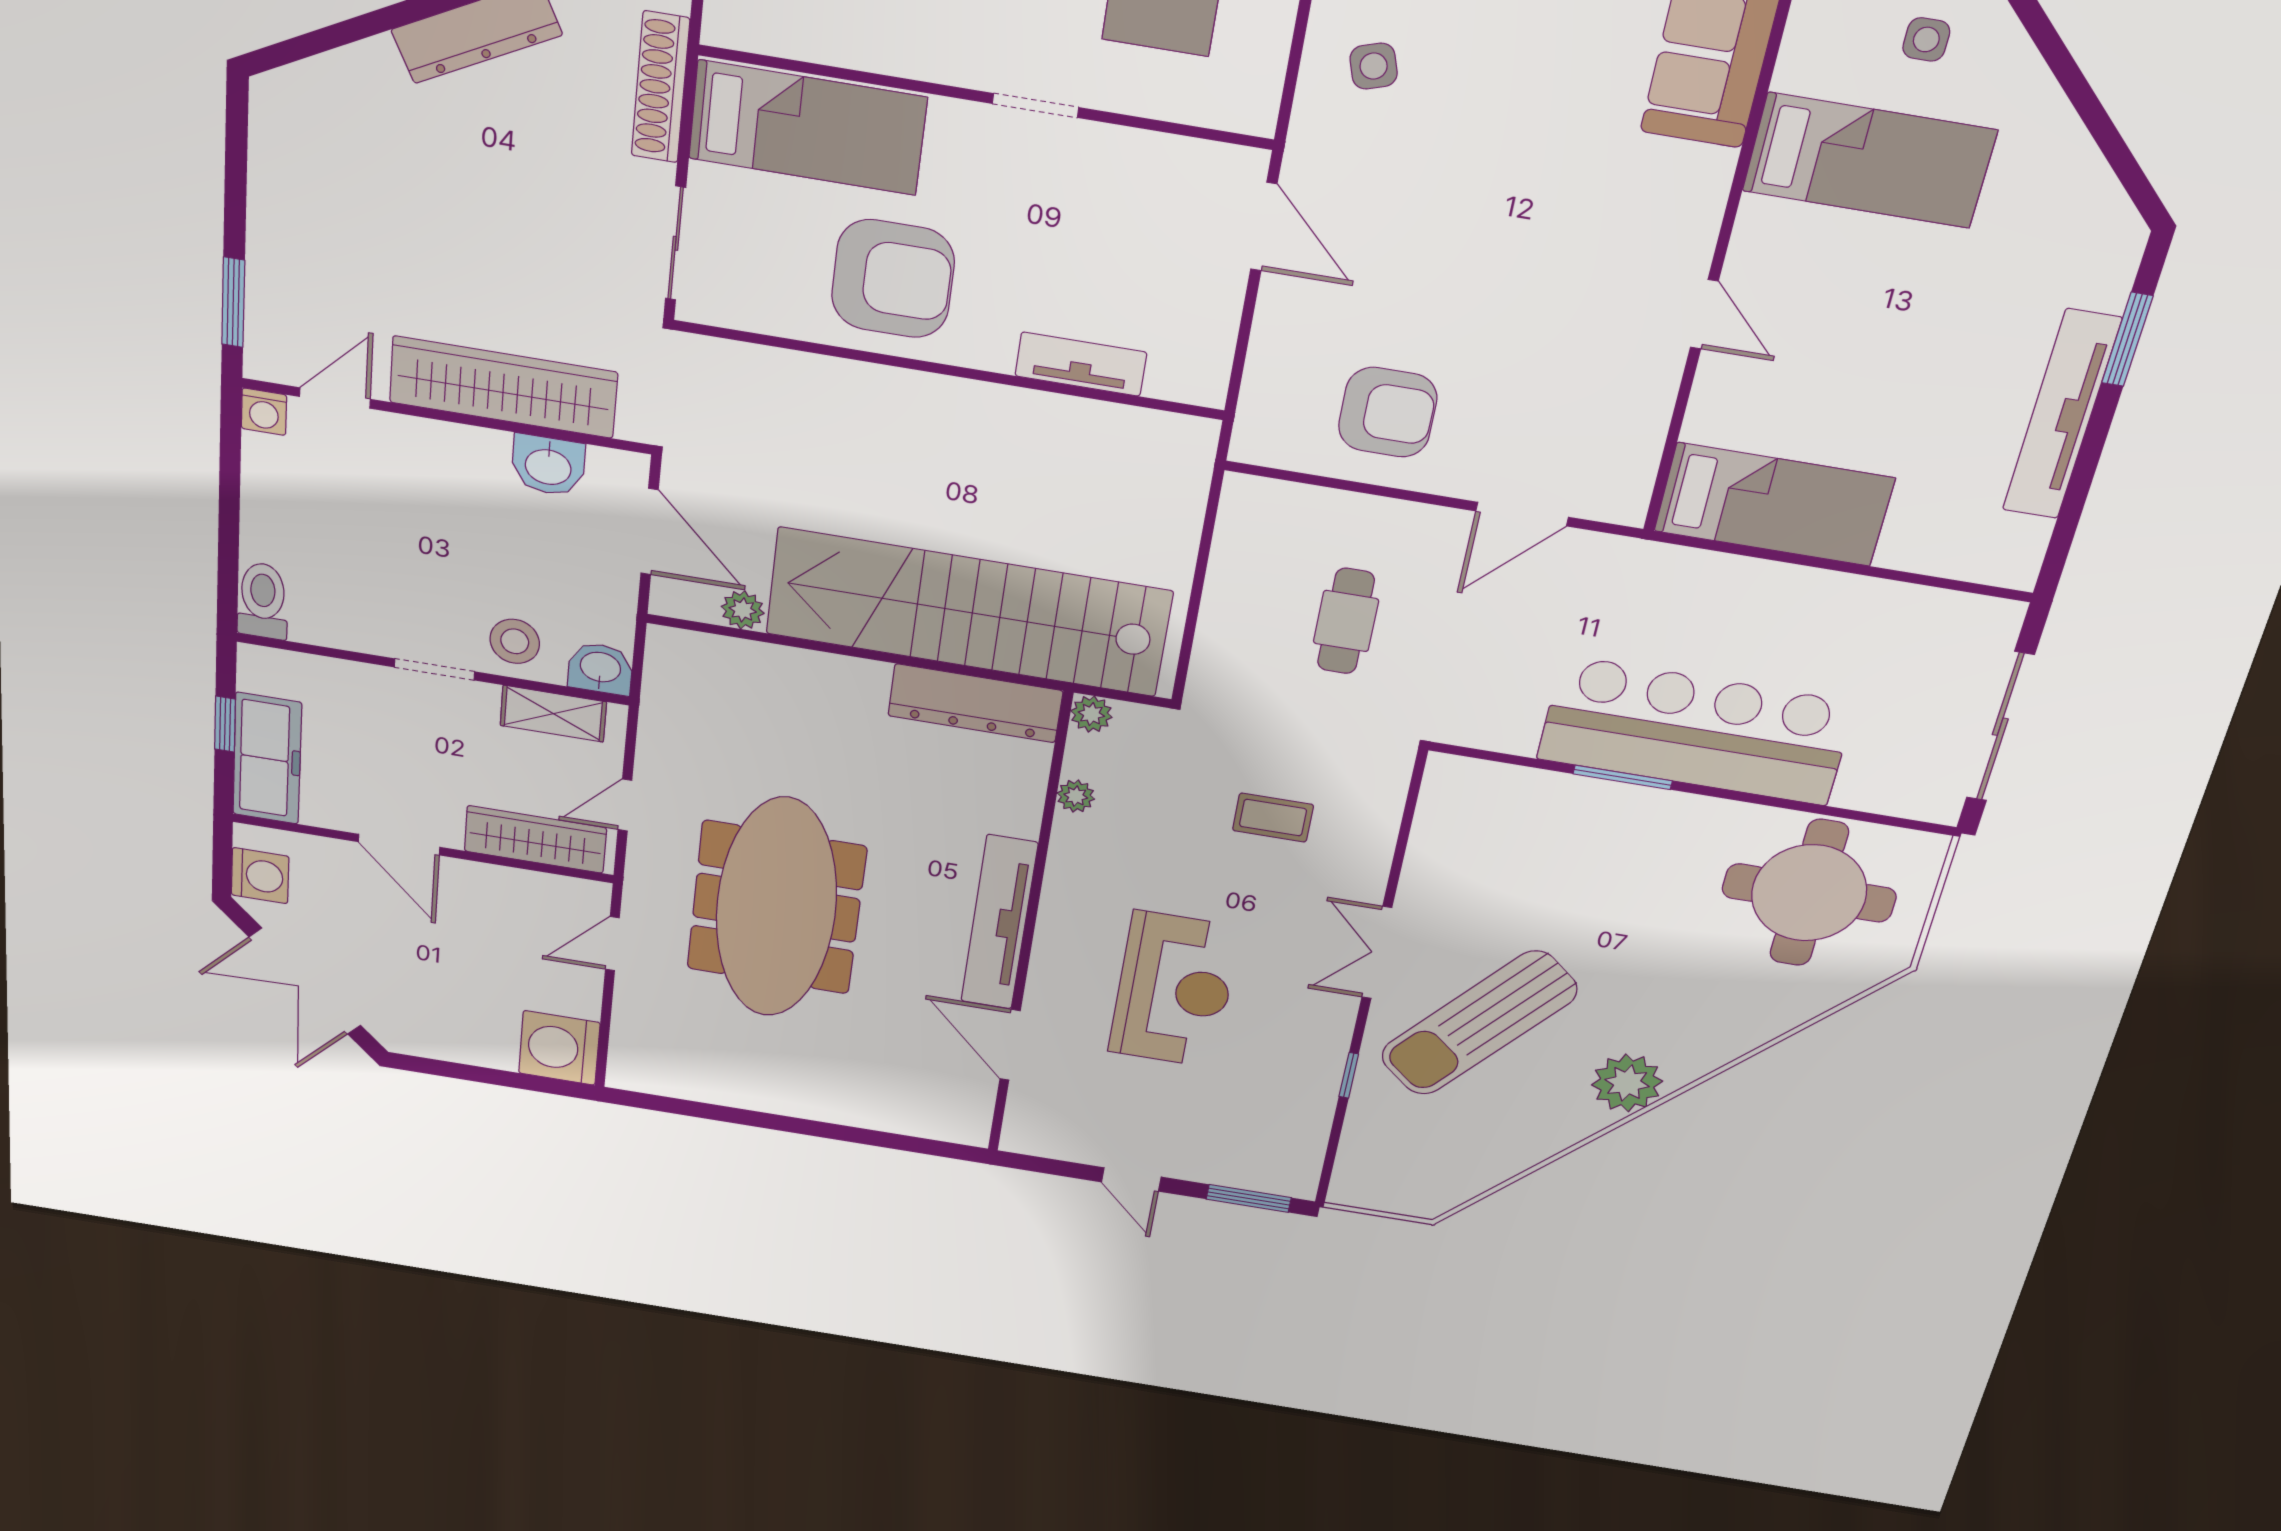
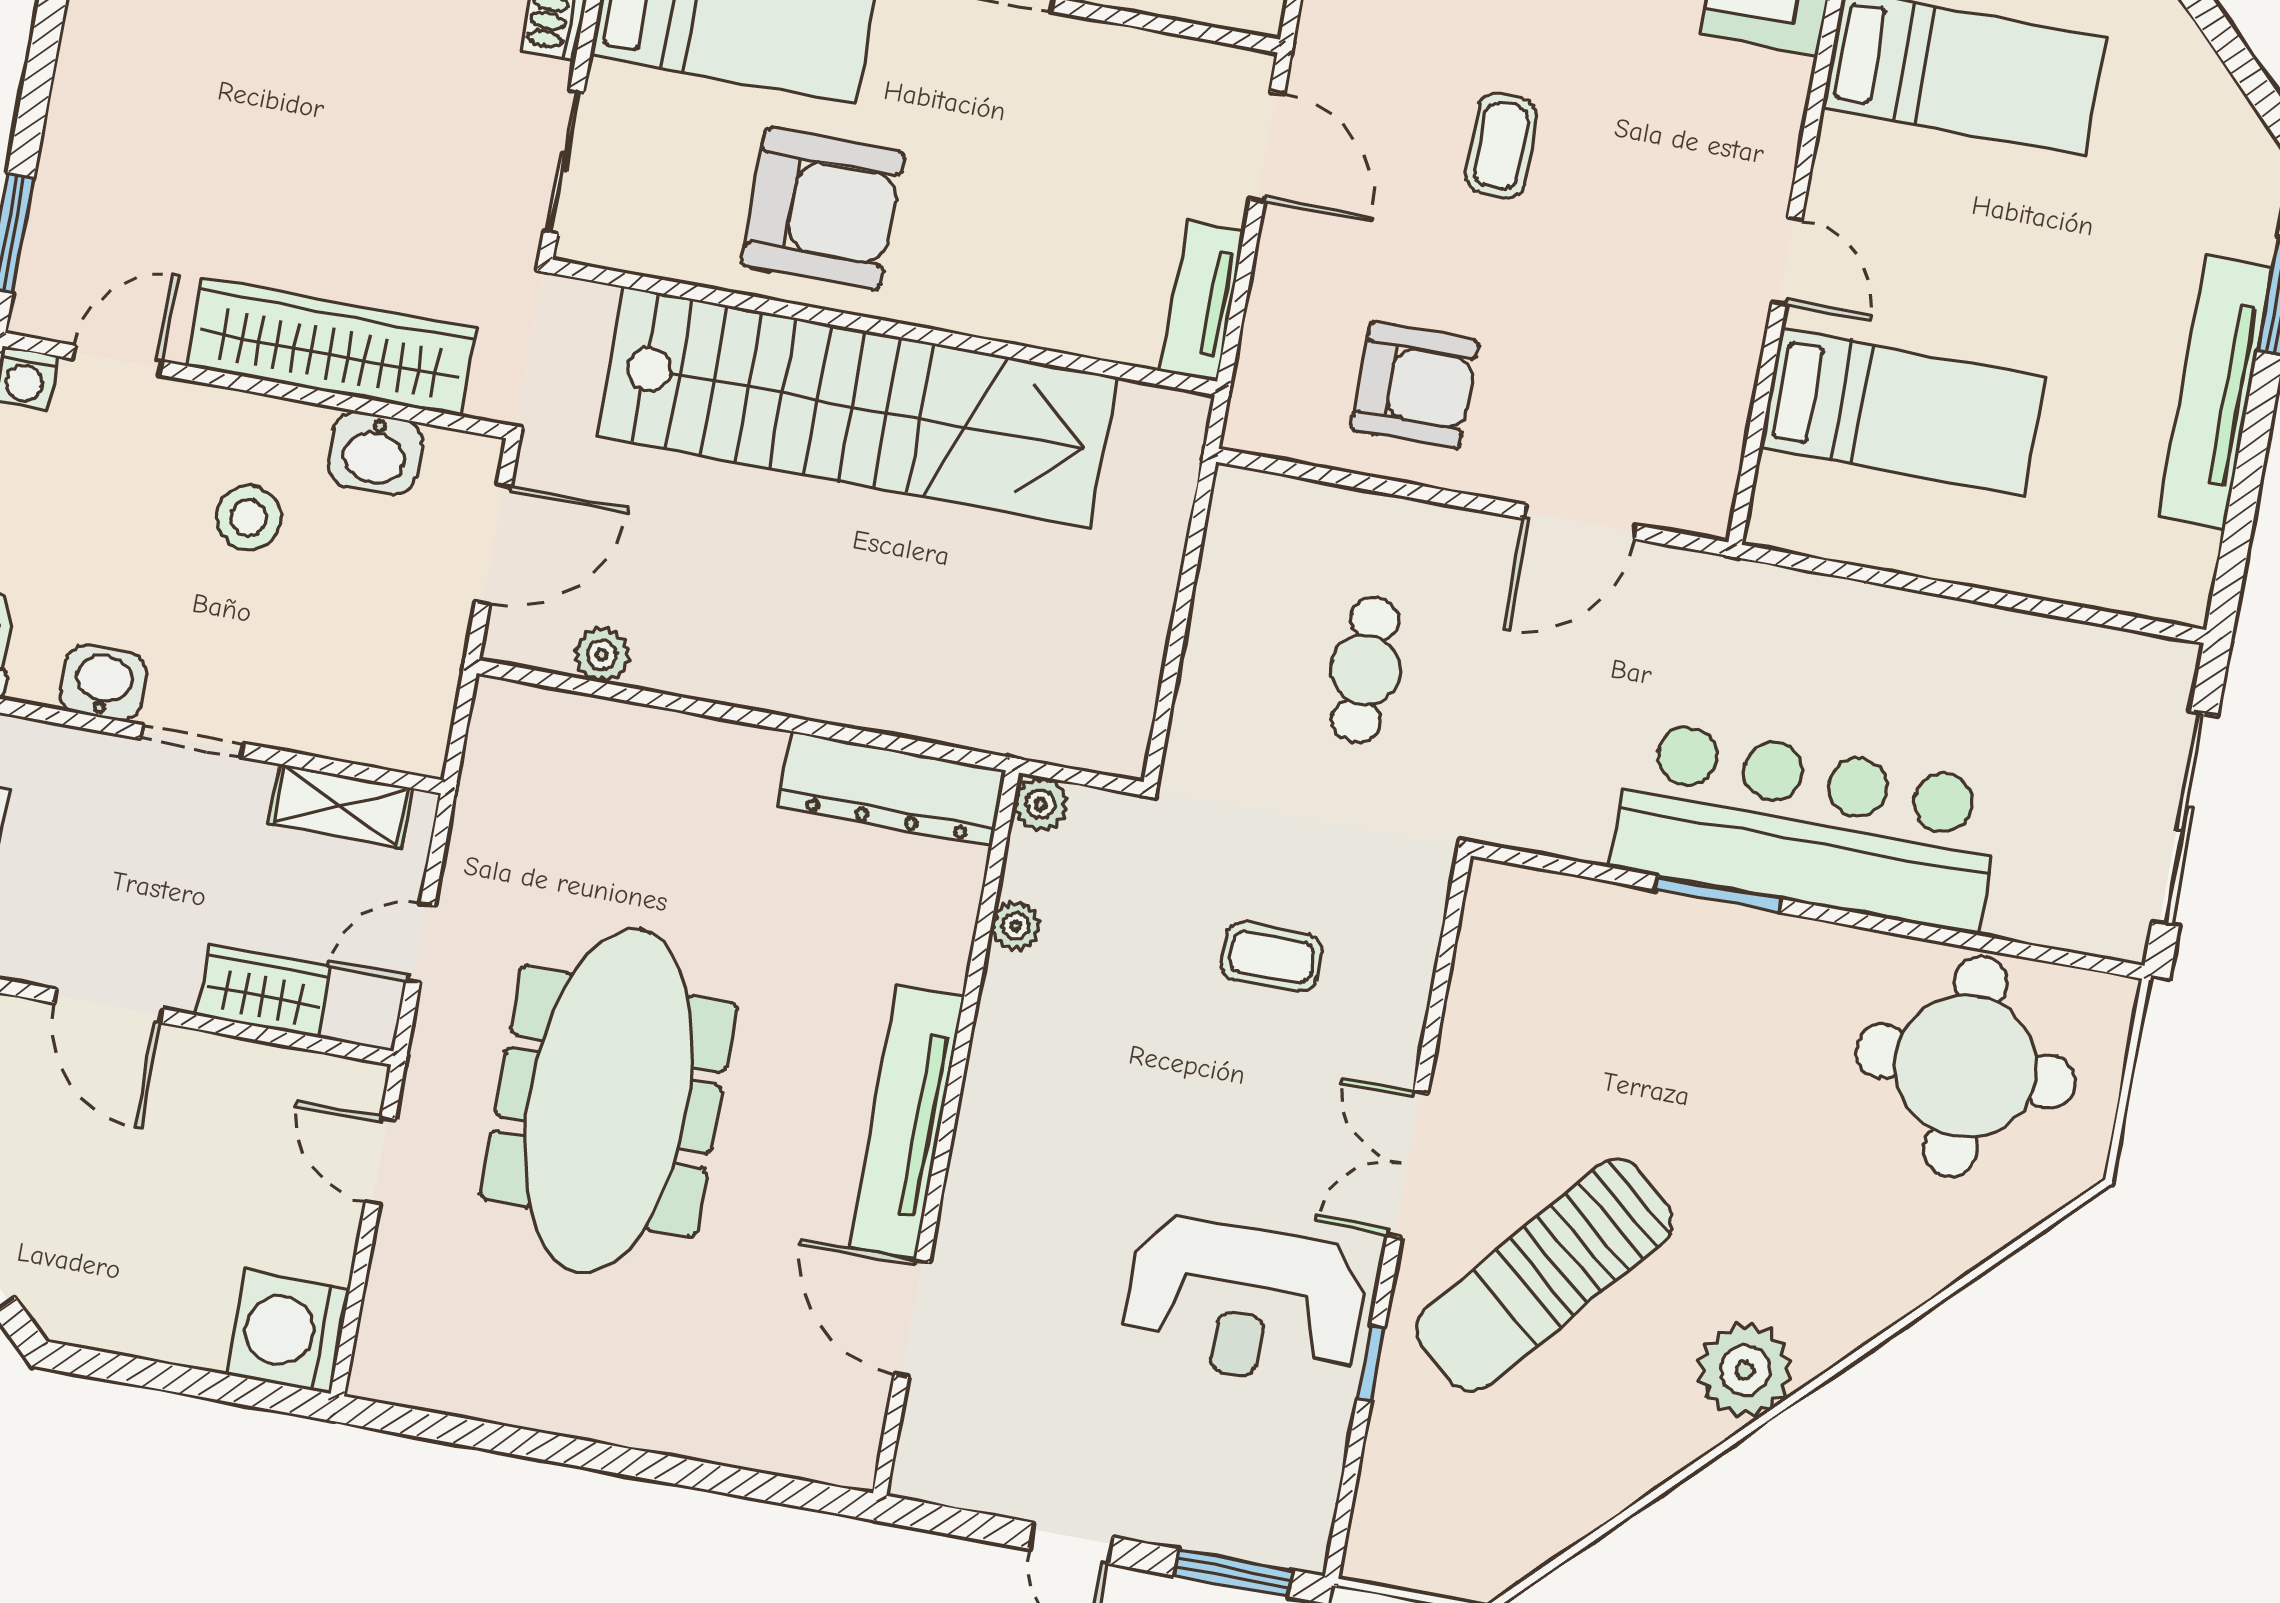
coffee table: (1463, 224) -> (1501, 145), added
tv unit: (1081, 364) -> (1202, 301), moved, turned -90
bed: (1774, 505) -> (1902, 412), moved
door: (650, 532) -> (493, 544), hinge flipped
stairs: (968, 612) -> (857, 407), moved, turned 180
stool: (515, 641) -> (249, 518), moved
washbasin: (600, 668) -> (103, 683), moved
wardrobe: (535, 839) -> (264, 991), width x0.67
door: (612, 944) -> (380, 1160), hinge flipped
reception desk: (1174, 990) -> (1244, 1302), moved, turned 90

